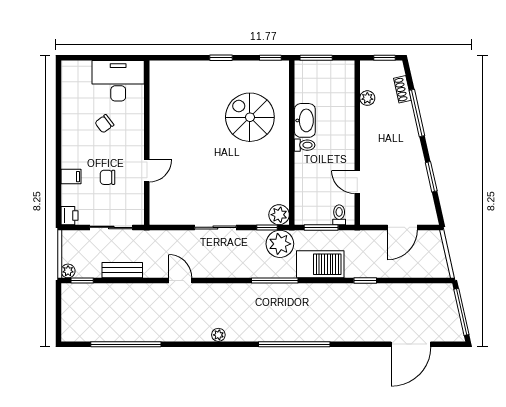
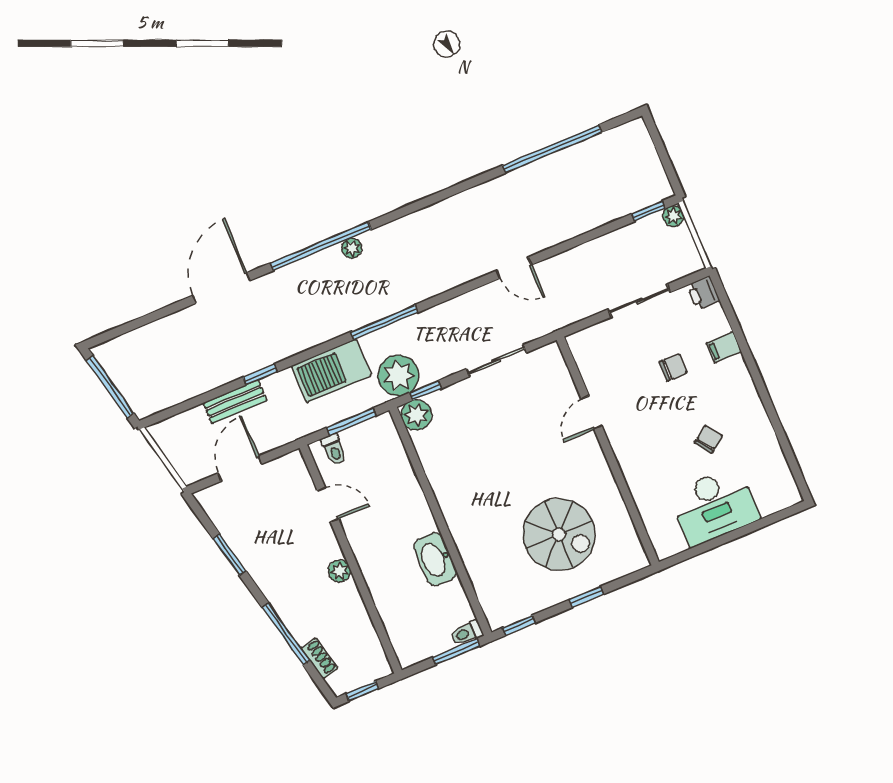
plant: (367, 98) -> (339, 571), moved
spiral stairs: (250, 117) -> (559, 534), moved
wall: (147, 143) -> (608, 451), moved
toilet: (305, 145) -> (467, 633), moved
door: (147, 171) -> (592, 412), moved
bench: (122, 270) -> (235, 402), moved
plant: (218, 335) -> (352, 248), moved
door: (411, 344) -> (222, 288), moved

